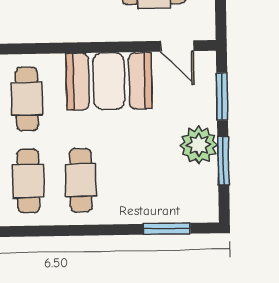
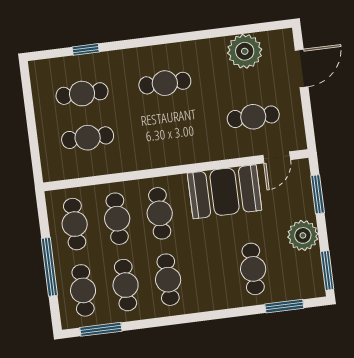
door: (177, 46) -> (277, 157), hinge flipped
window: (223, 161) -> (327, 270), moved
cafe table: (81, 180) -> (253, 269), moved

